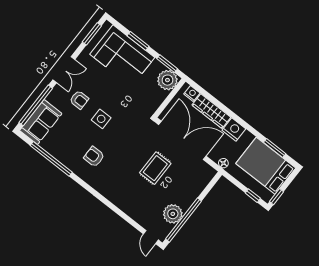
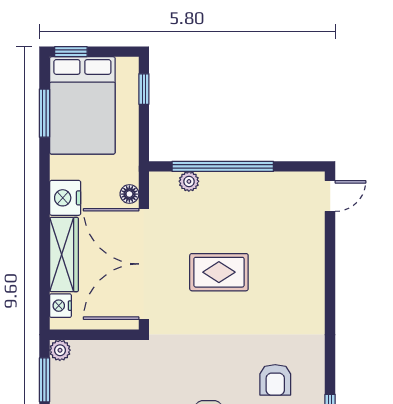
plant: (167, 80) -> (60, 350), width x0.53, depth x0.53
floor lamp: (223, 163) -> (129, 194), moved
window: (277, 197) -> (71, 52), moved
plant: (173, 214) -> (189, 181), moved, width x0.53, depth x0.53
window: (183, 220) -> (223, 166), moved

